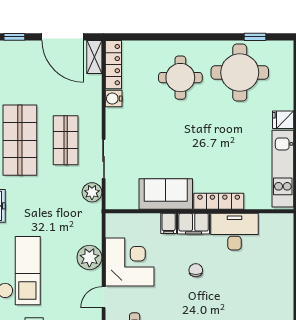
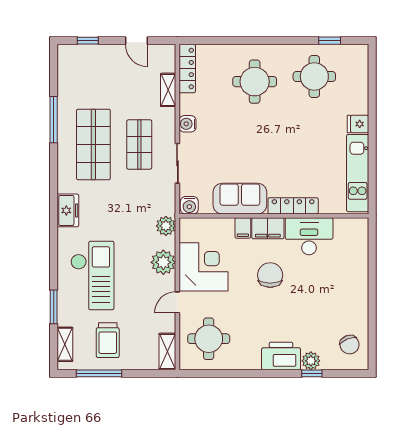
door: (63, 37) -> (136, 41), width x0.53
shelving: (94, 57) -> (168, 90), moved
round table: (240, 73) -> (314, 76), width x0.73, depth x0.73
water cooler: (114, 99) -> (188, 124), moved
plant: (92, 192) -> (166, 226), moved
water cooler: (115, 201) -> (189, 205), added
chair: (196, 270) -> (270, 275), width x1.87, depth x1.87

